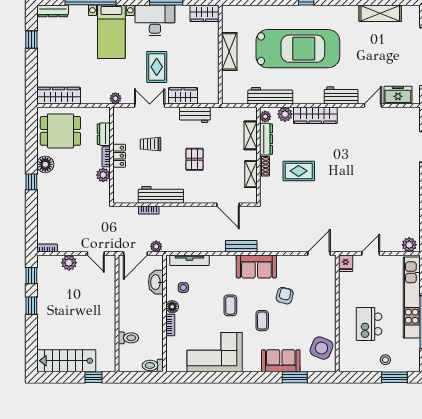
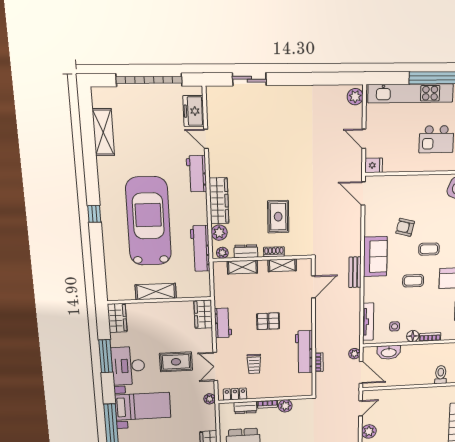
wardrobe: (183, 96) -> (203, 314), moved
dresser: (266, 139) -> (246, 251), width x0.70
locker: (119, 156) -> (235, 394), moved

